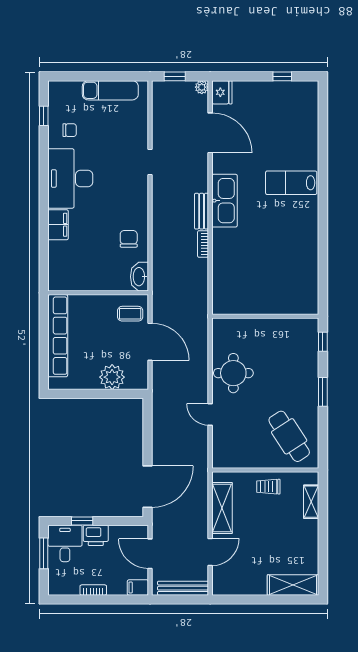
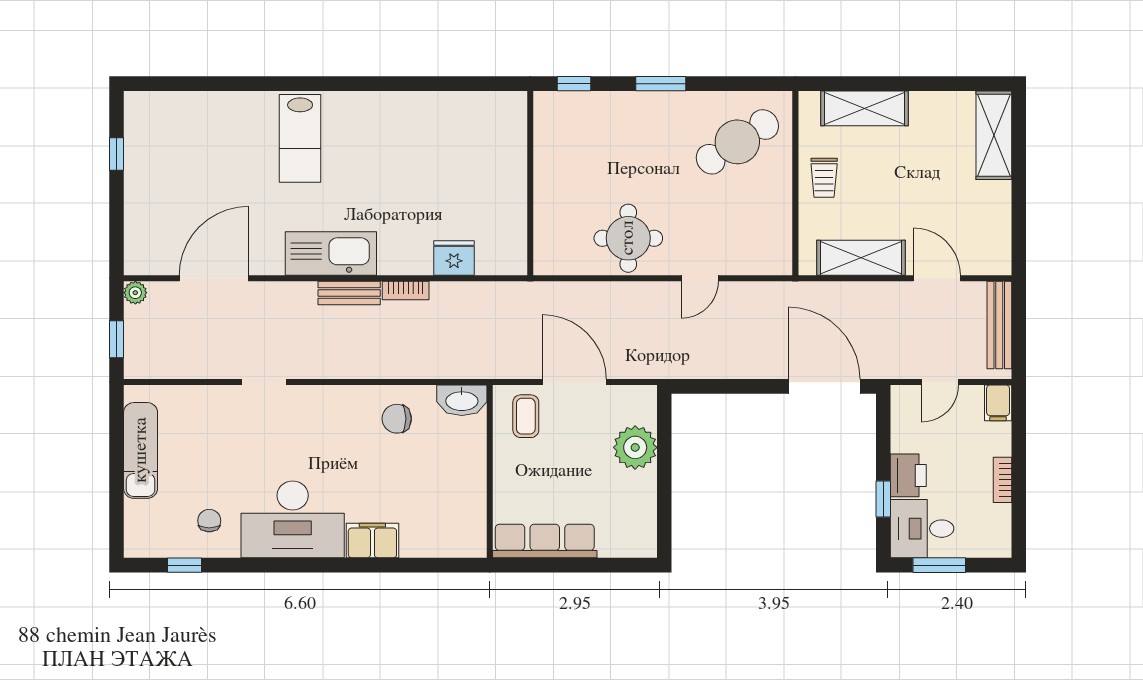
fridge: (222, 92) -> (454, 258), moved
row of seats: (58, 336) -> (545, 541), width x0.73
door: (150, 342) -> (574, 382), hinge flipped
shelving: (311, 502) -> (865, 108), width x1.50, depth x1.33
door: (150, 554) -> (940, 382), width x0.73

